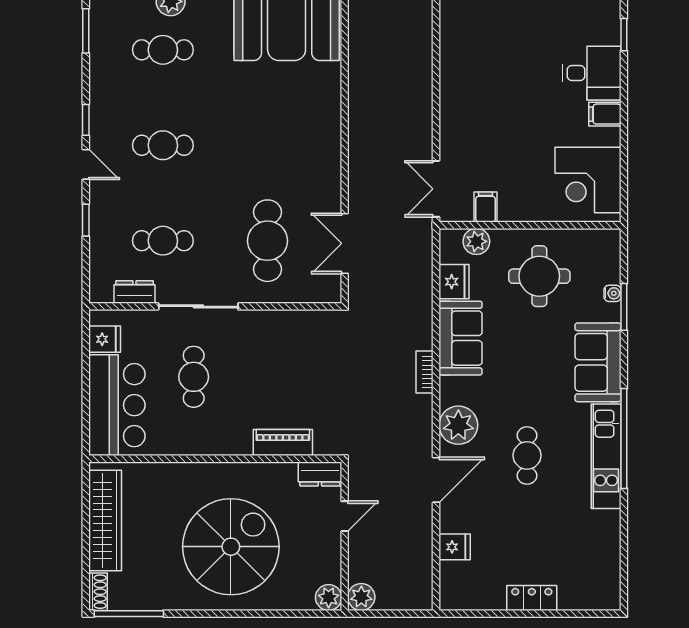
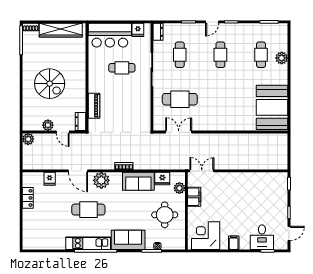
desk: (592, 73) -> (262, 237), moved
filing cabinet: (486, 207) -> (194, 197), width x2.00
dresser: (135, 292) -> (158, 32), moved
cafe table: (527, 455) -> (88, 210), width x1.37, depth x1.35
spiral stairs: (231, 547) -> (50, 84), width x0.73, depth x0.73
plant: (329, 597) -> (48, 125), moved
locker: (532, 598) -> (28, 198), moved

